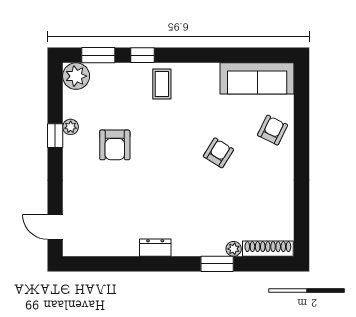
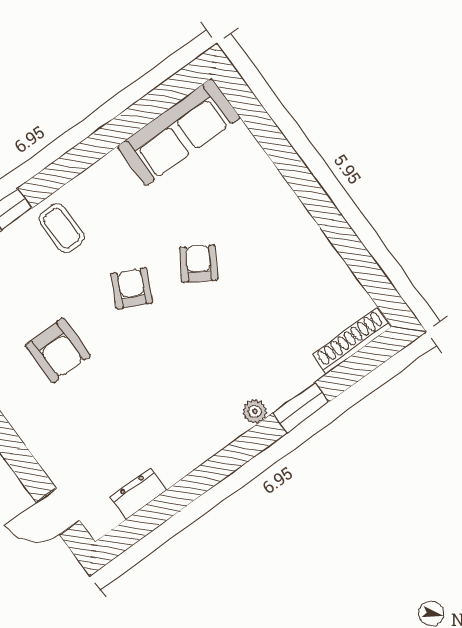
armchair: (273, 130) -> (132, 288), moved
dresser: (155, 248) -> (138, 494), moved
plant: (234, 249) -> (255, 411), moved

